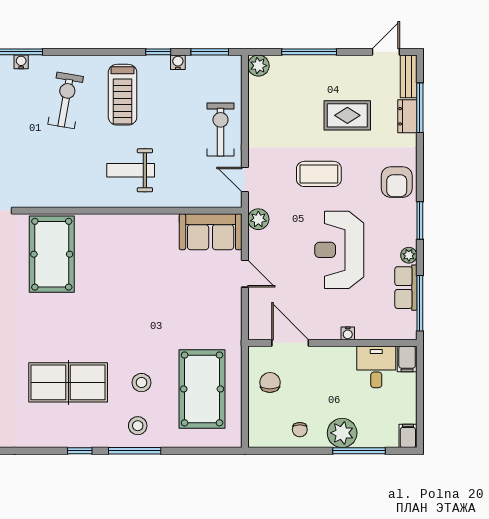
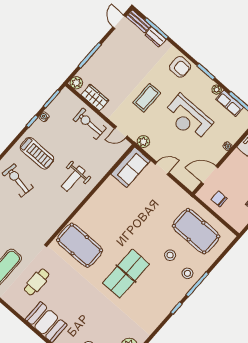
wardrobe: (260, 106) -> (95, 98), added
rug: (347, 115) -> (132, 63), removed
table tennis table: (68, 382) -> (126, 274), moved

